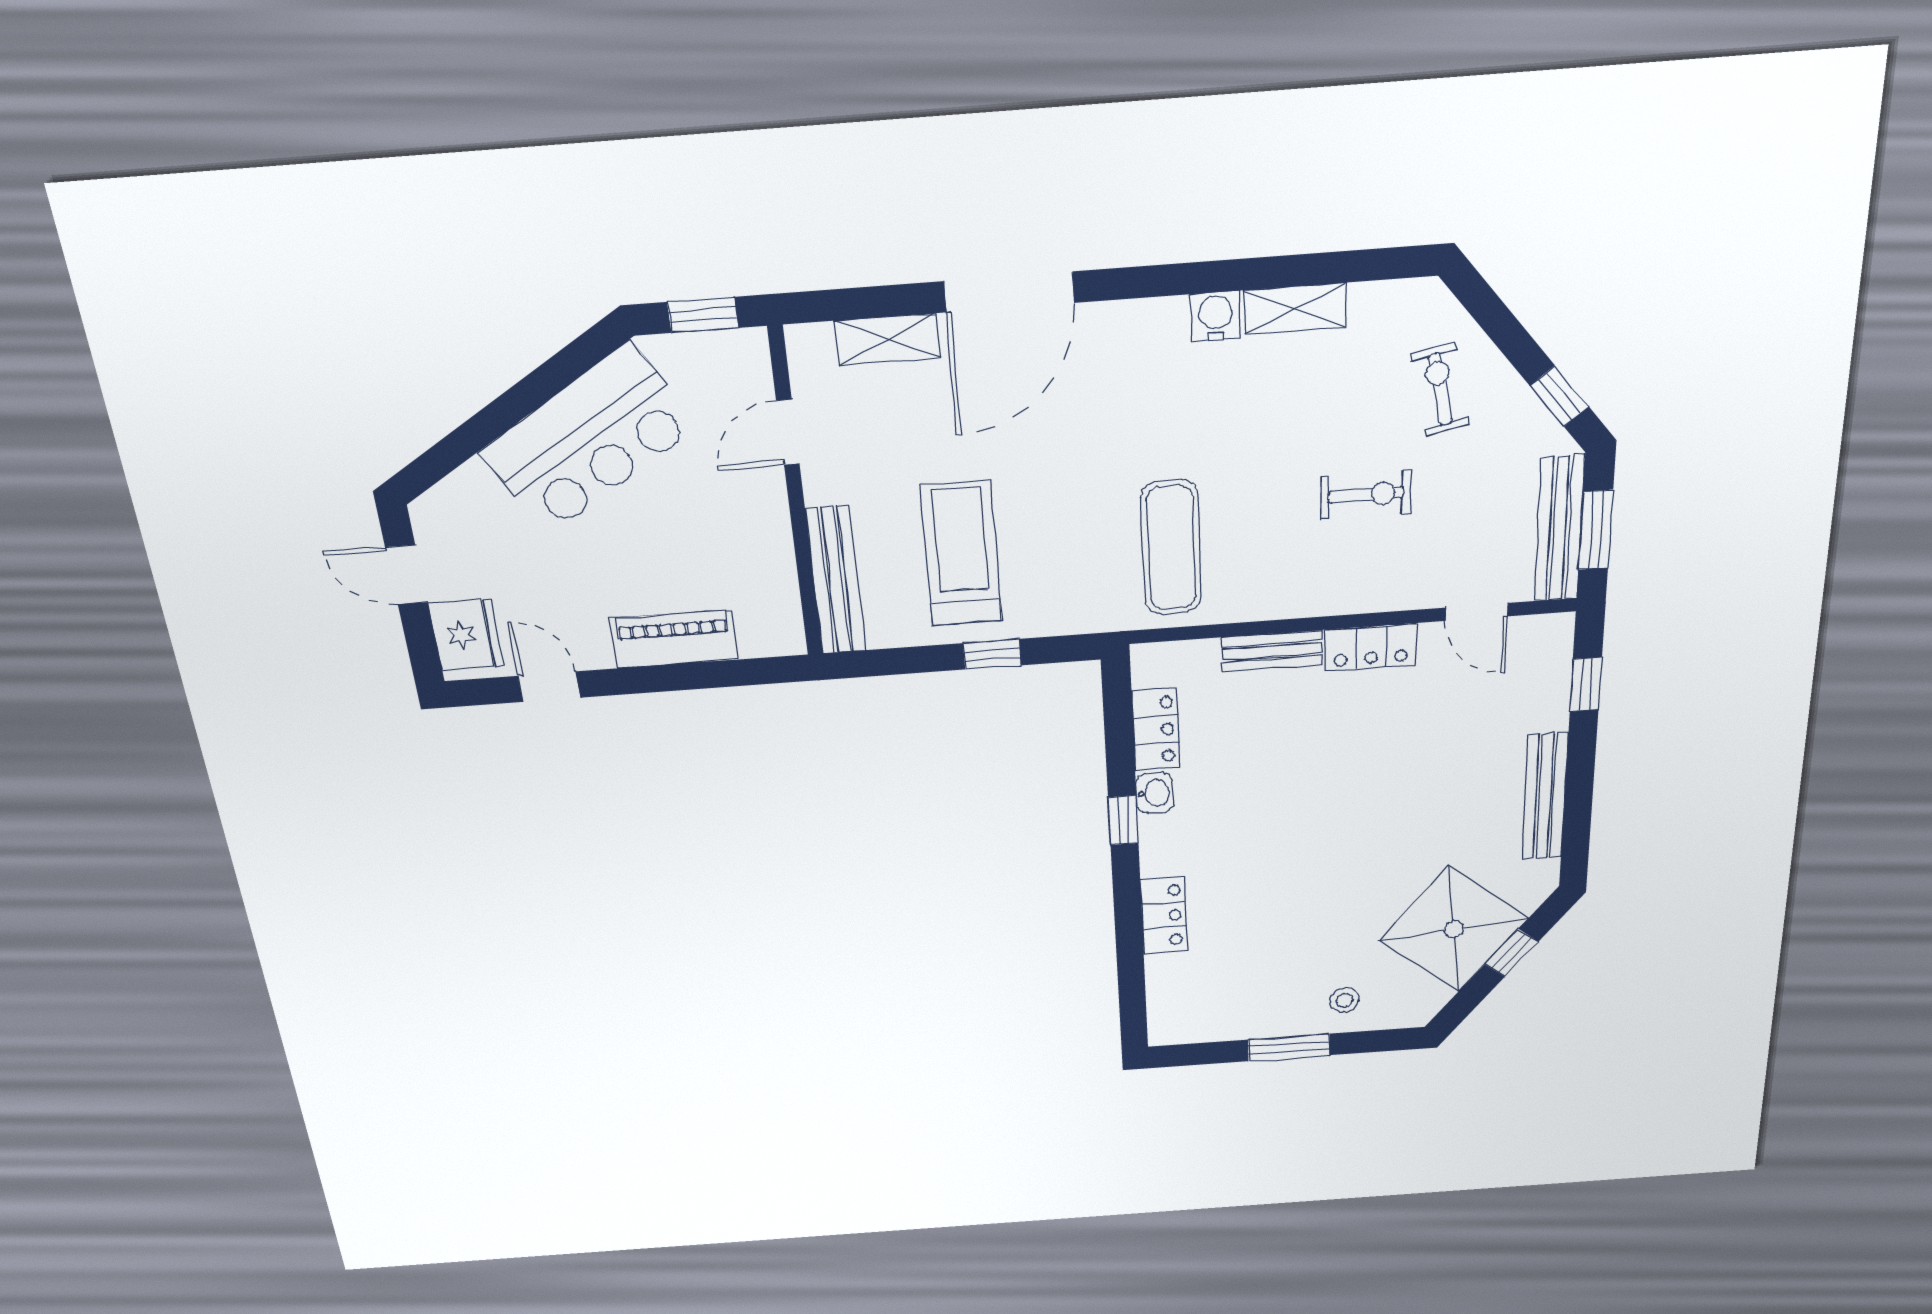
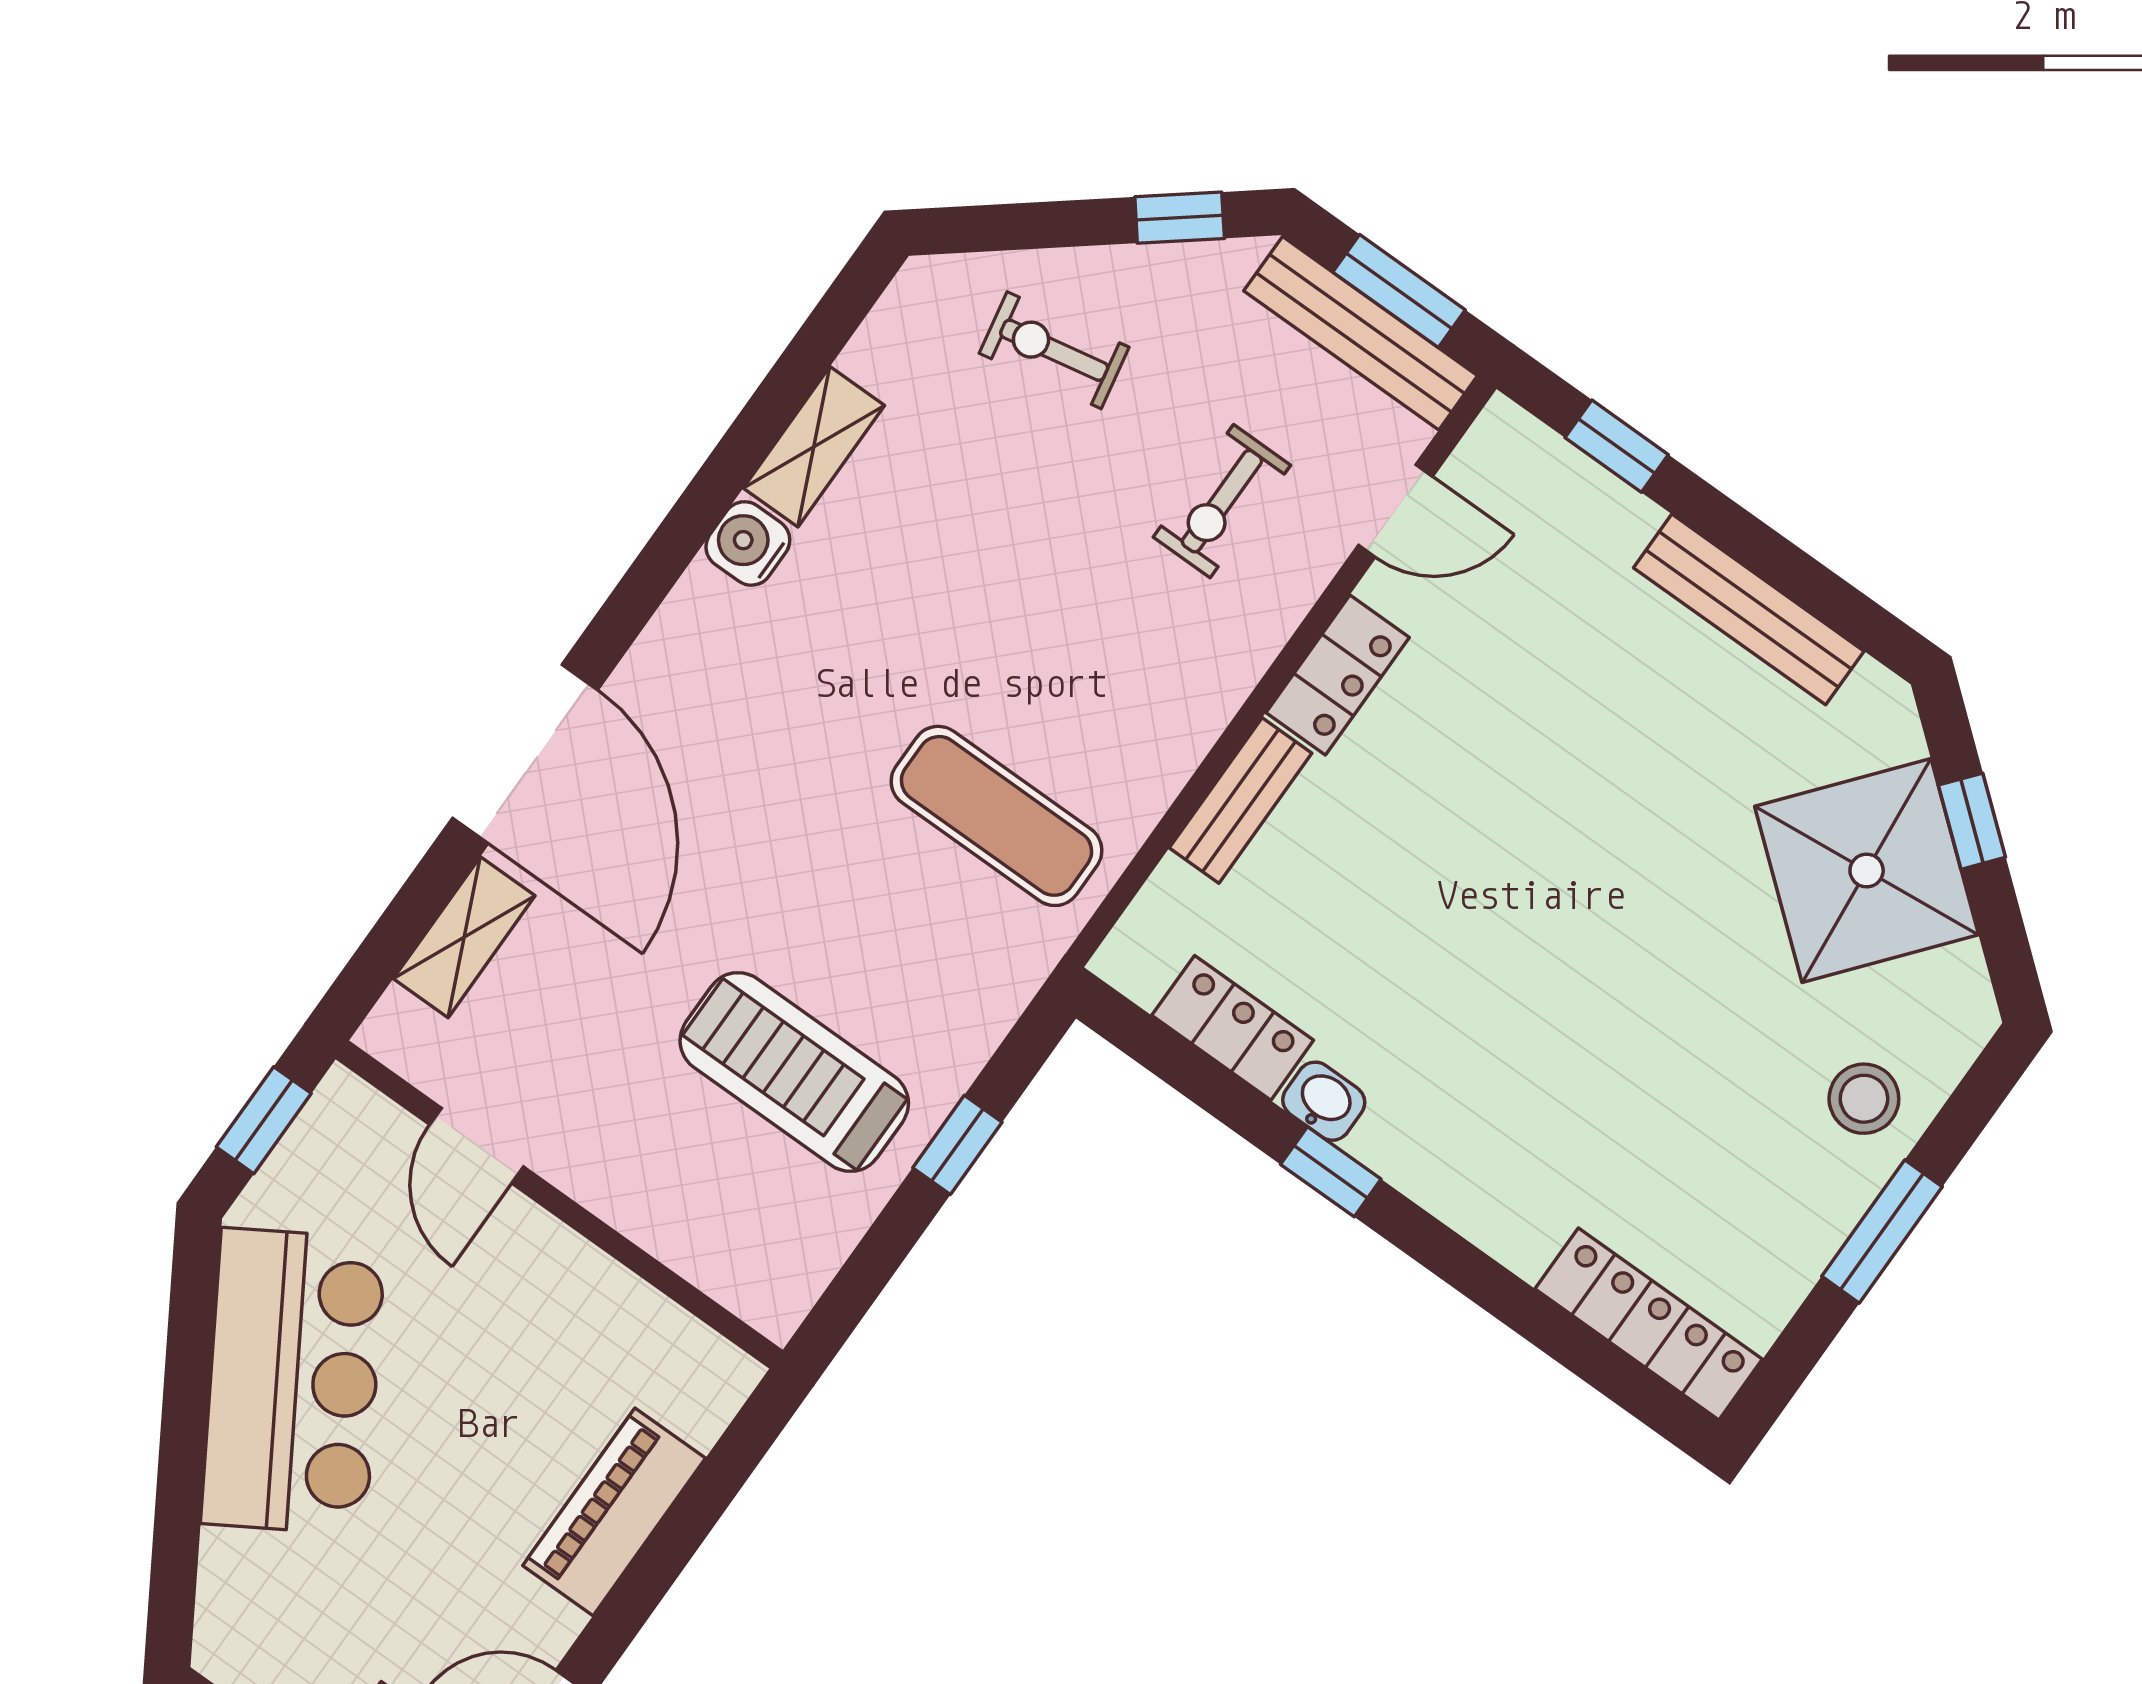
exercise bike: (1366, 495) -> (1222, 501), moved, turned 180
bench: (836, 580) -> (703, 1251), removed
locker: (1164, 916) -> (1649, 1324), moved, width x1.53
stool: (1344, 1000) -> (1864, 1099), width x1.37, depth x1.37

